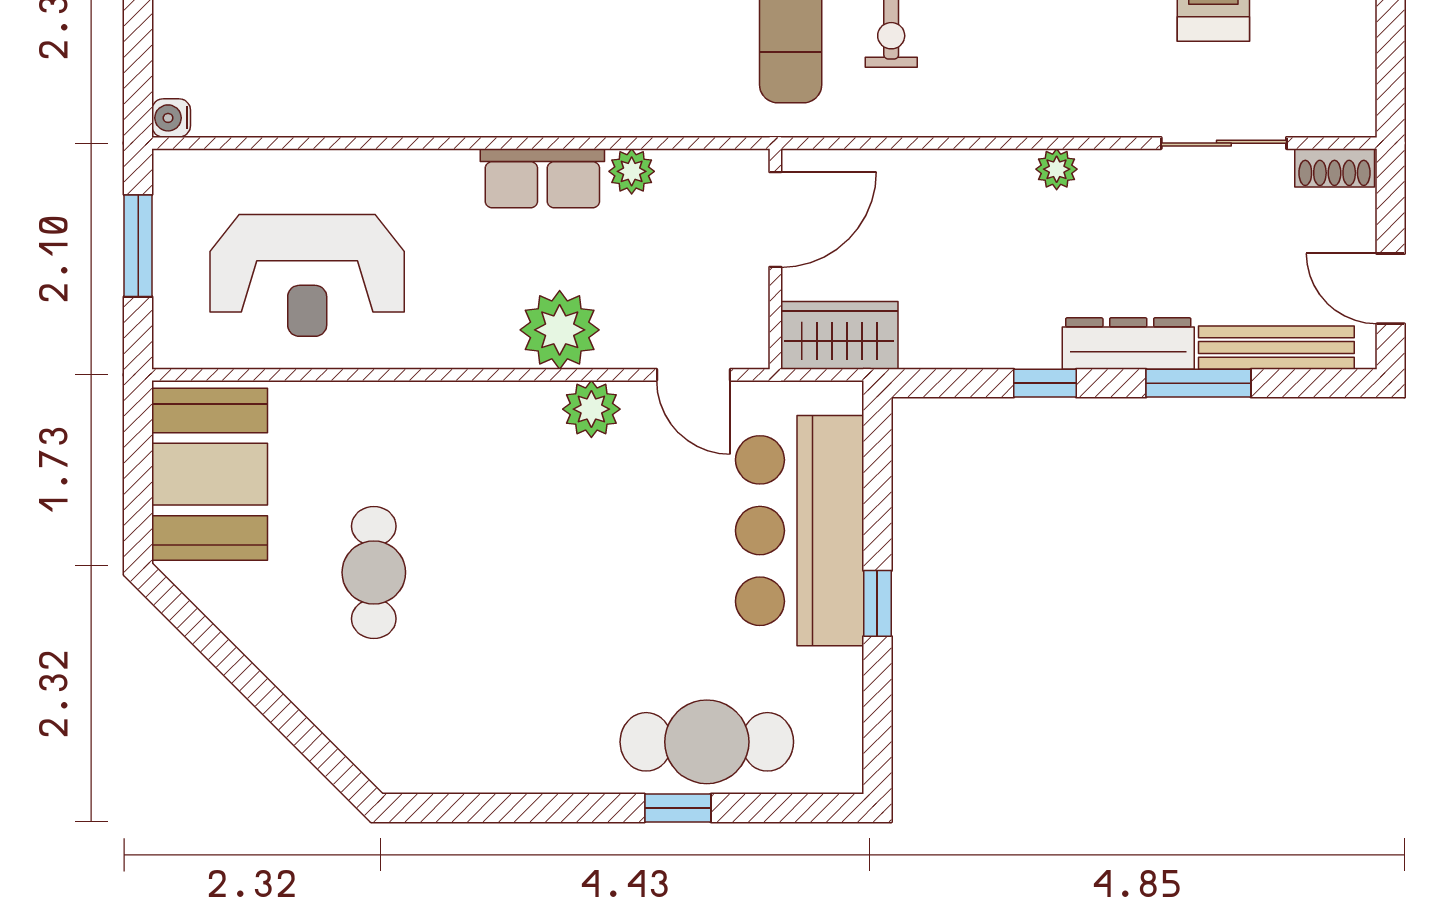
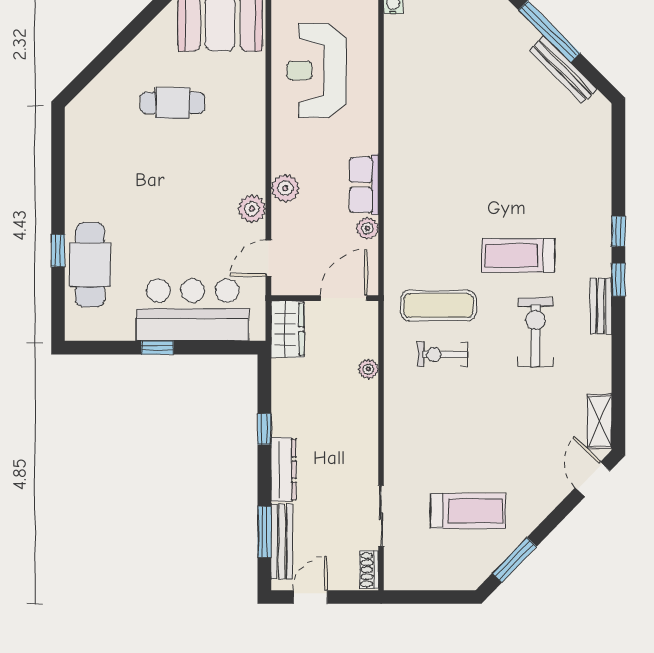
plant: (1057, 169) -> (368, 369), moved
door: (775, 219) -> (344, 298), swing flipped
plant: (560, 330) -> (285, 188), width x0.73, depth x0.73
window: (1198, 383) -> (264, 532), moved

